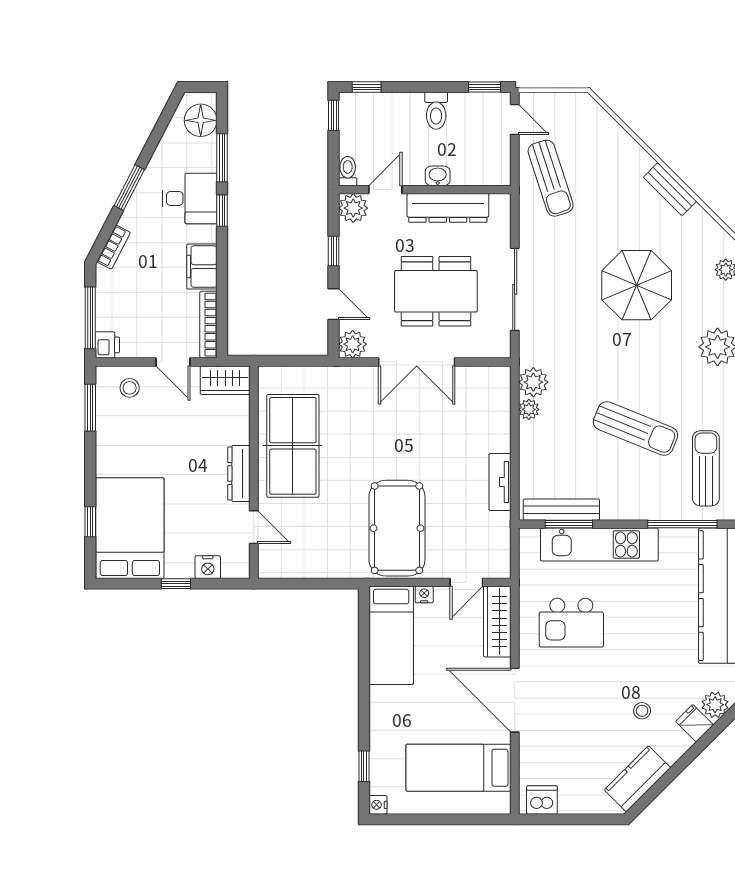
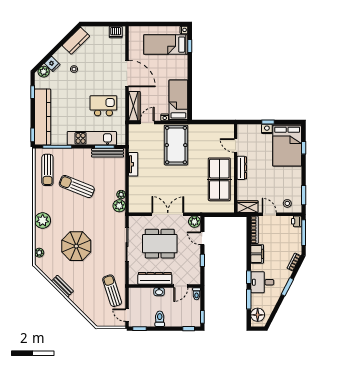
plant: (353, 208) -> (194, 278), removed
nightstand: (208, 567) -> (267, 129), moved
bed: (458, 768) -> (166, 45), moved, turned 180

